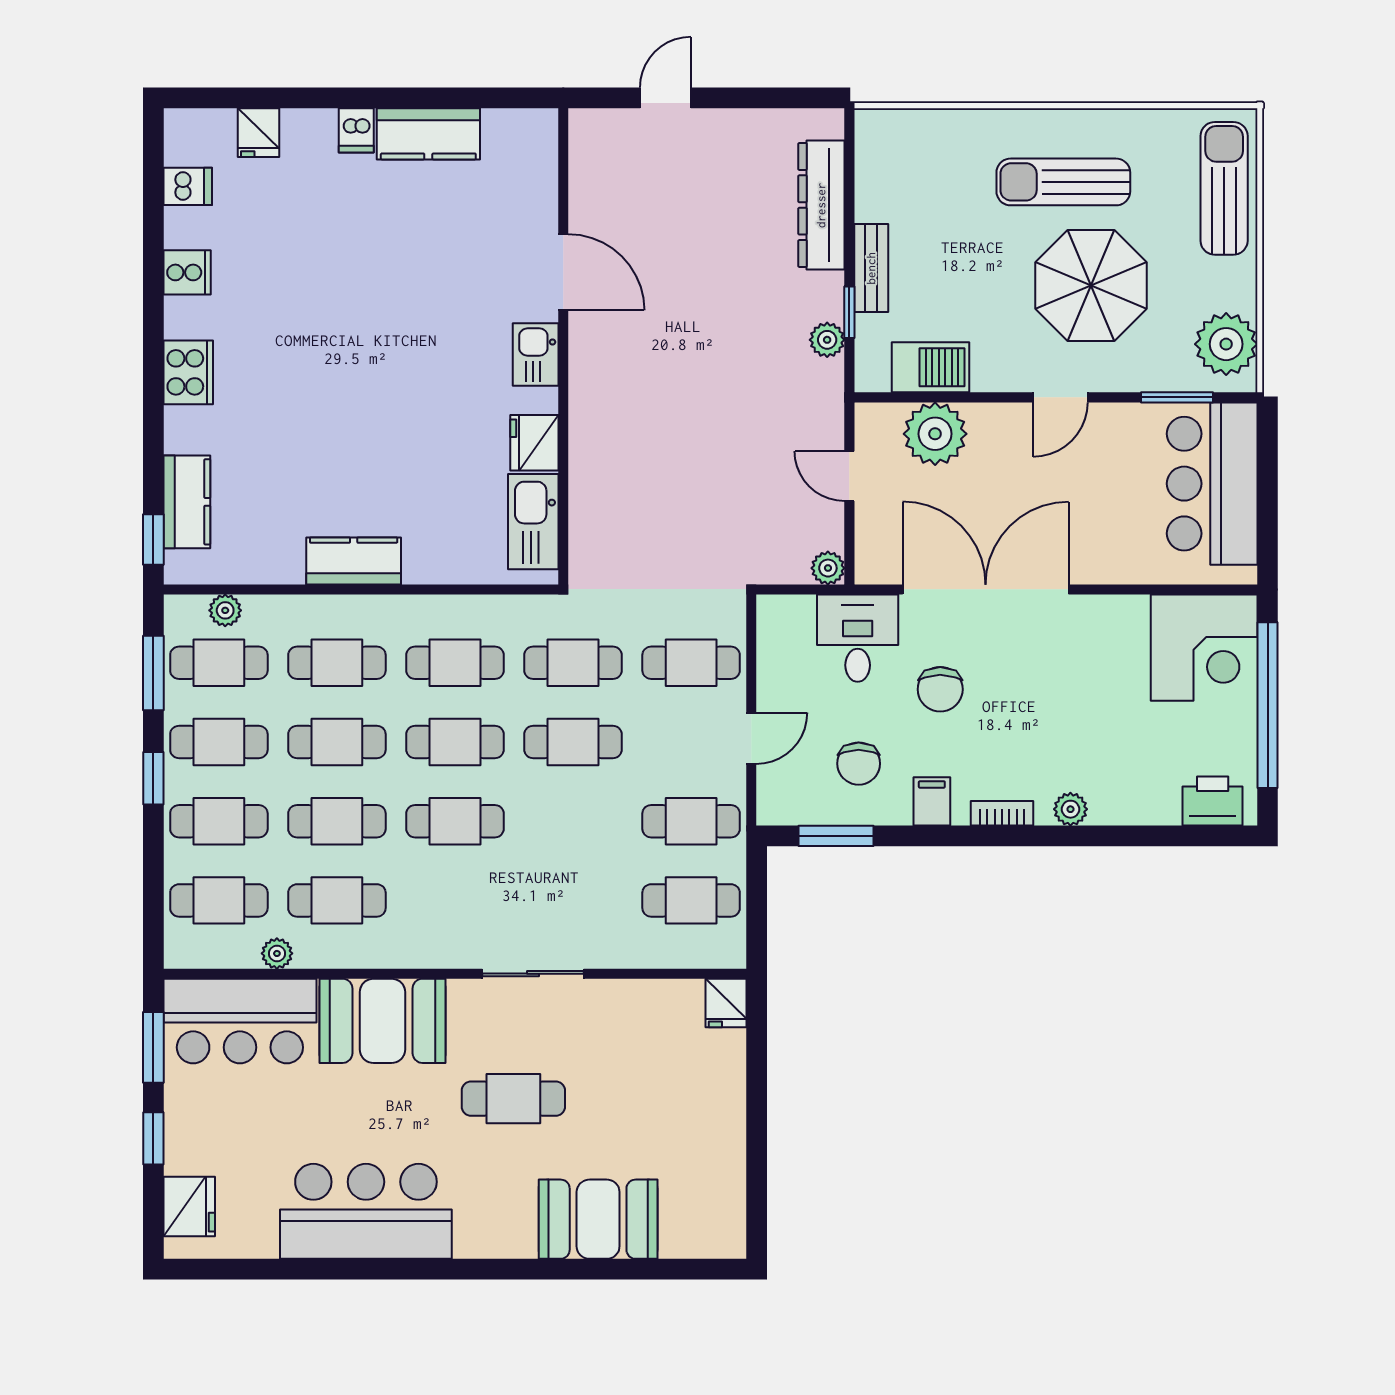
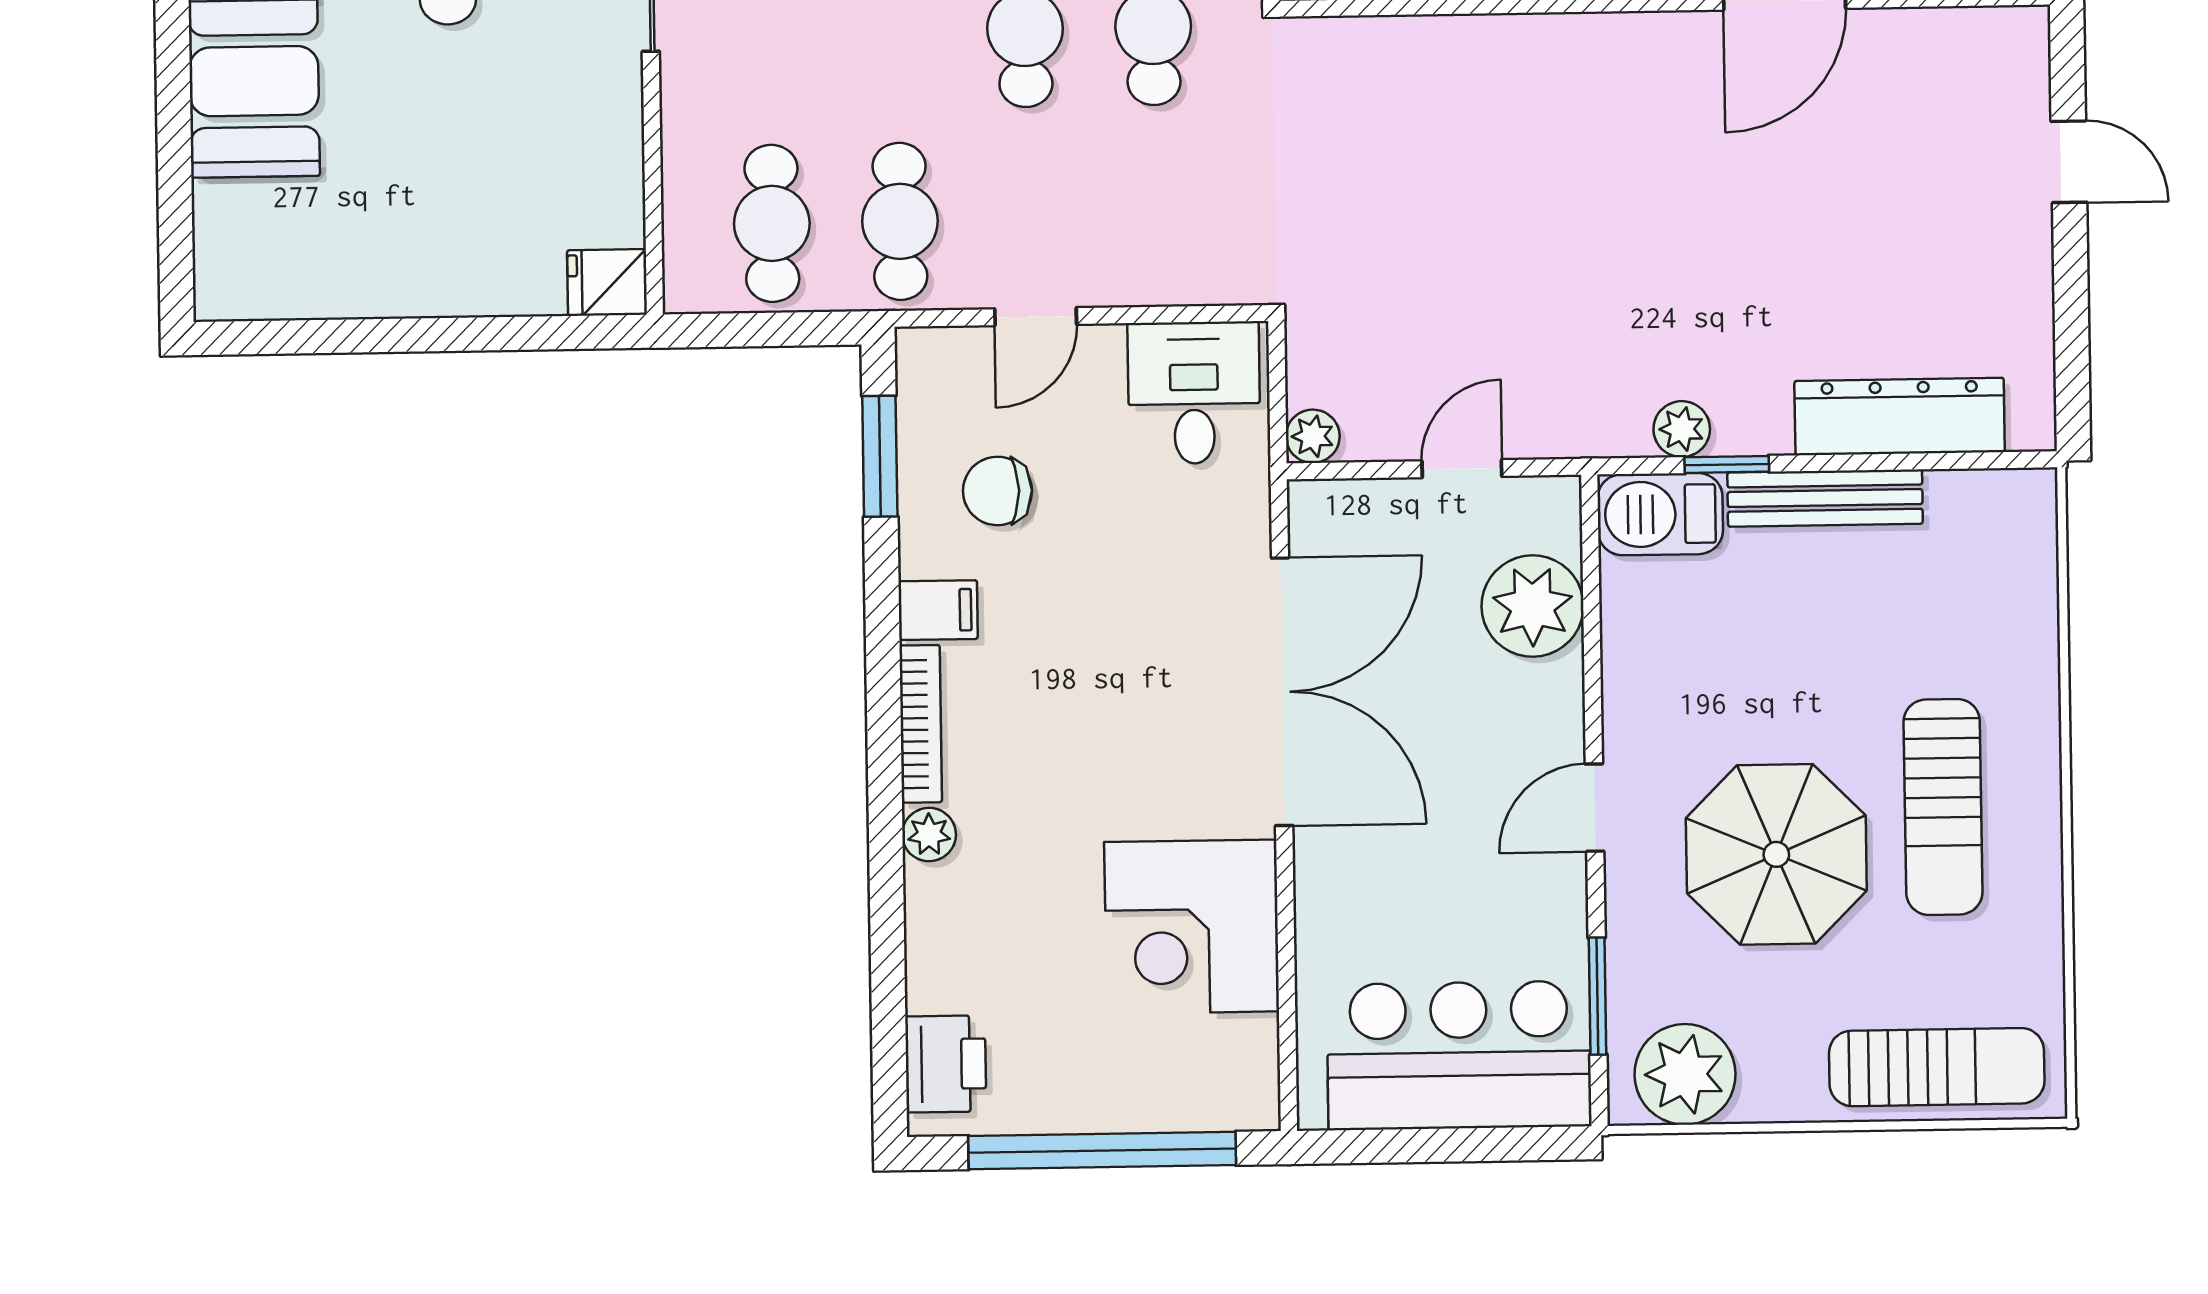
sun lounger: (1063, 182) -> (1943, 807), turned 180
bench: (871, 268) -> (1825, 498), width x1.36
barbecue: (930, 367) -> (1660, 514), moved, turned 90
door: (1060, 397) -> (1595, 808), hinge flipped
desk: (858, 638) -> (1194, 393), moved, turned -90
corner desk: (1204, 648) -> (1192, 927), moved
cafe table: (691, 663) -> (1156, 217), removed
chair: (940, 689) -> (1120, 621), removed
door: (751, 738) -> (1036, 317), hinge flipped
bookcase: (1002, 813) -> (921, 724), width x1.56

